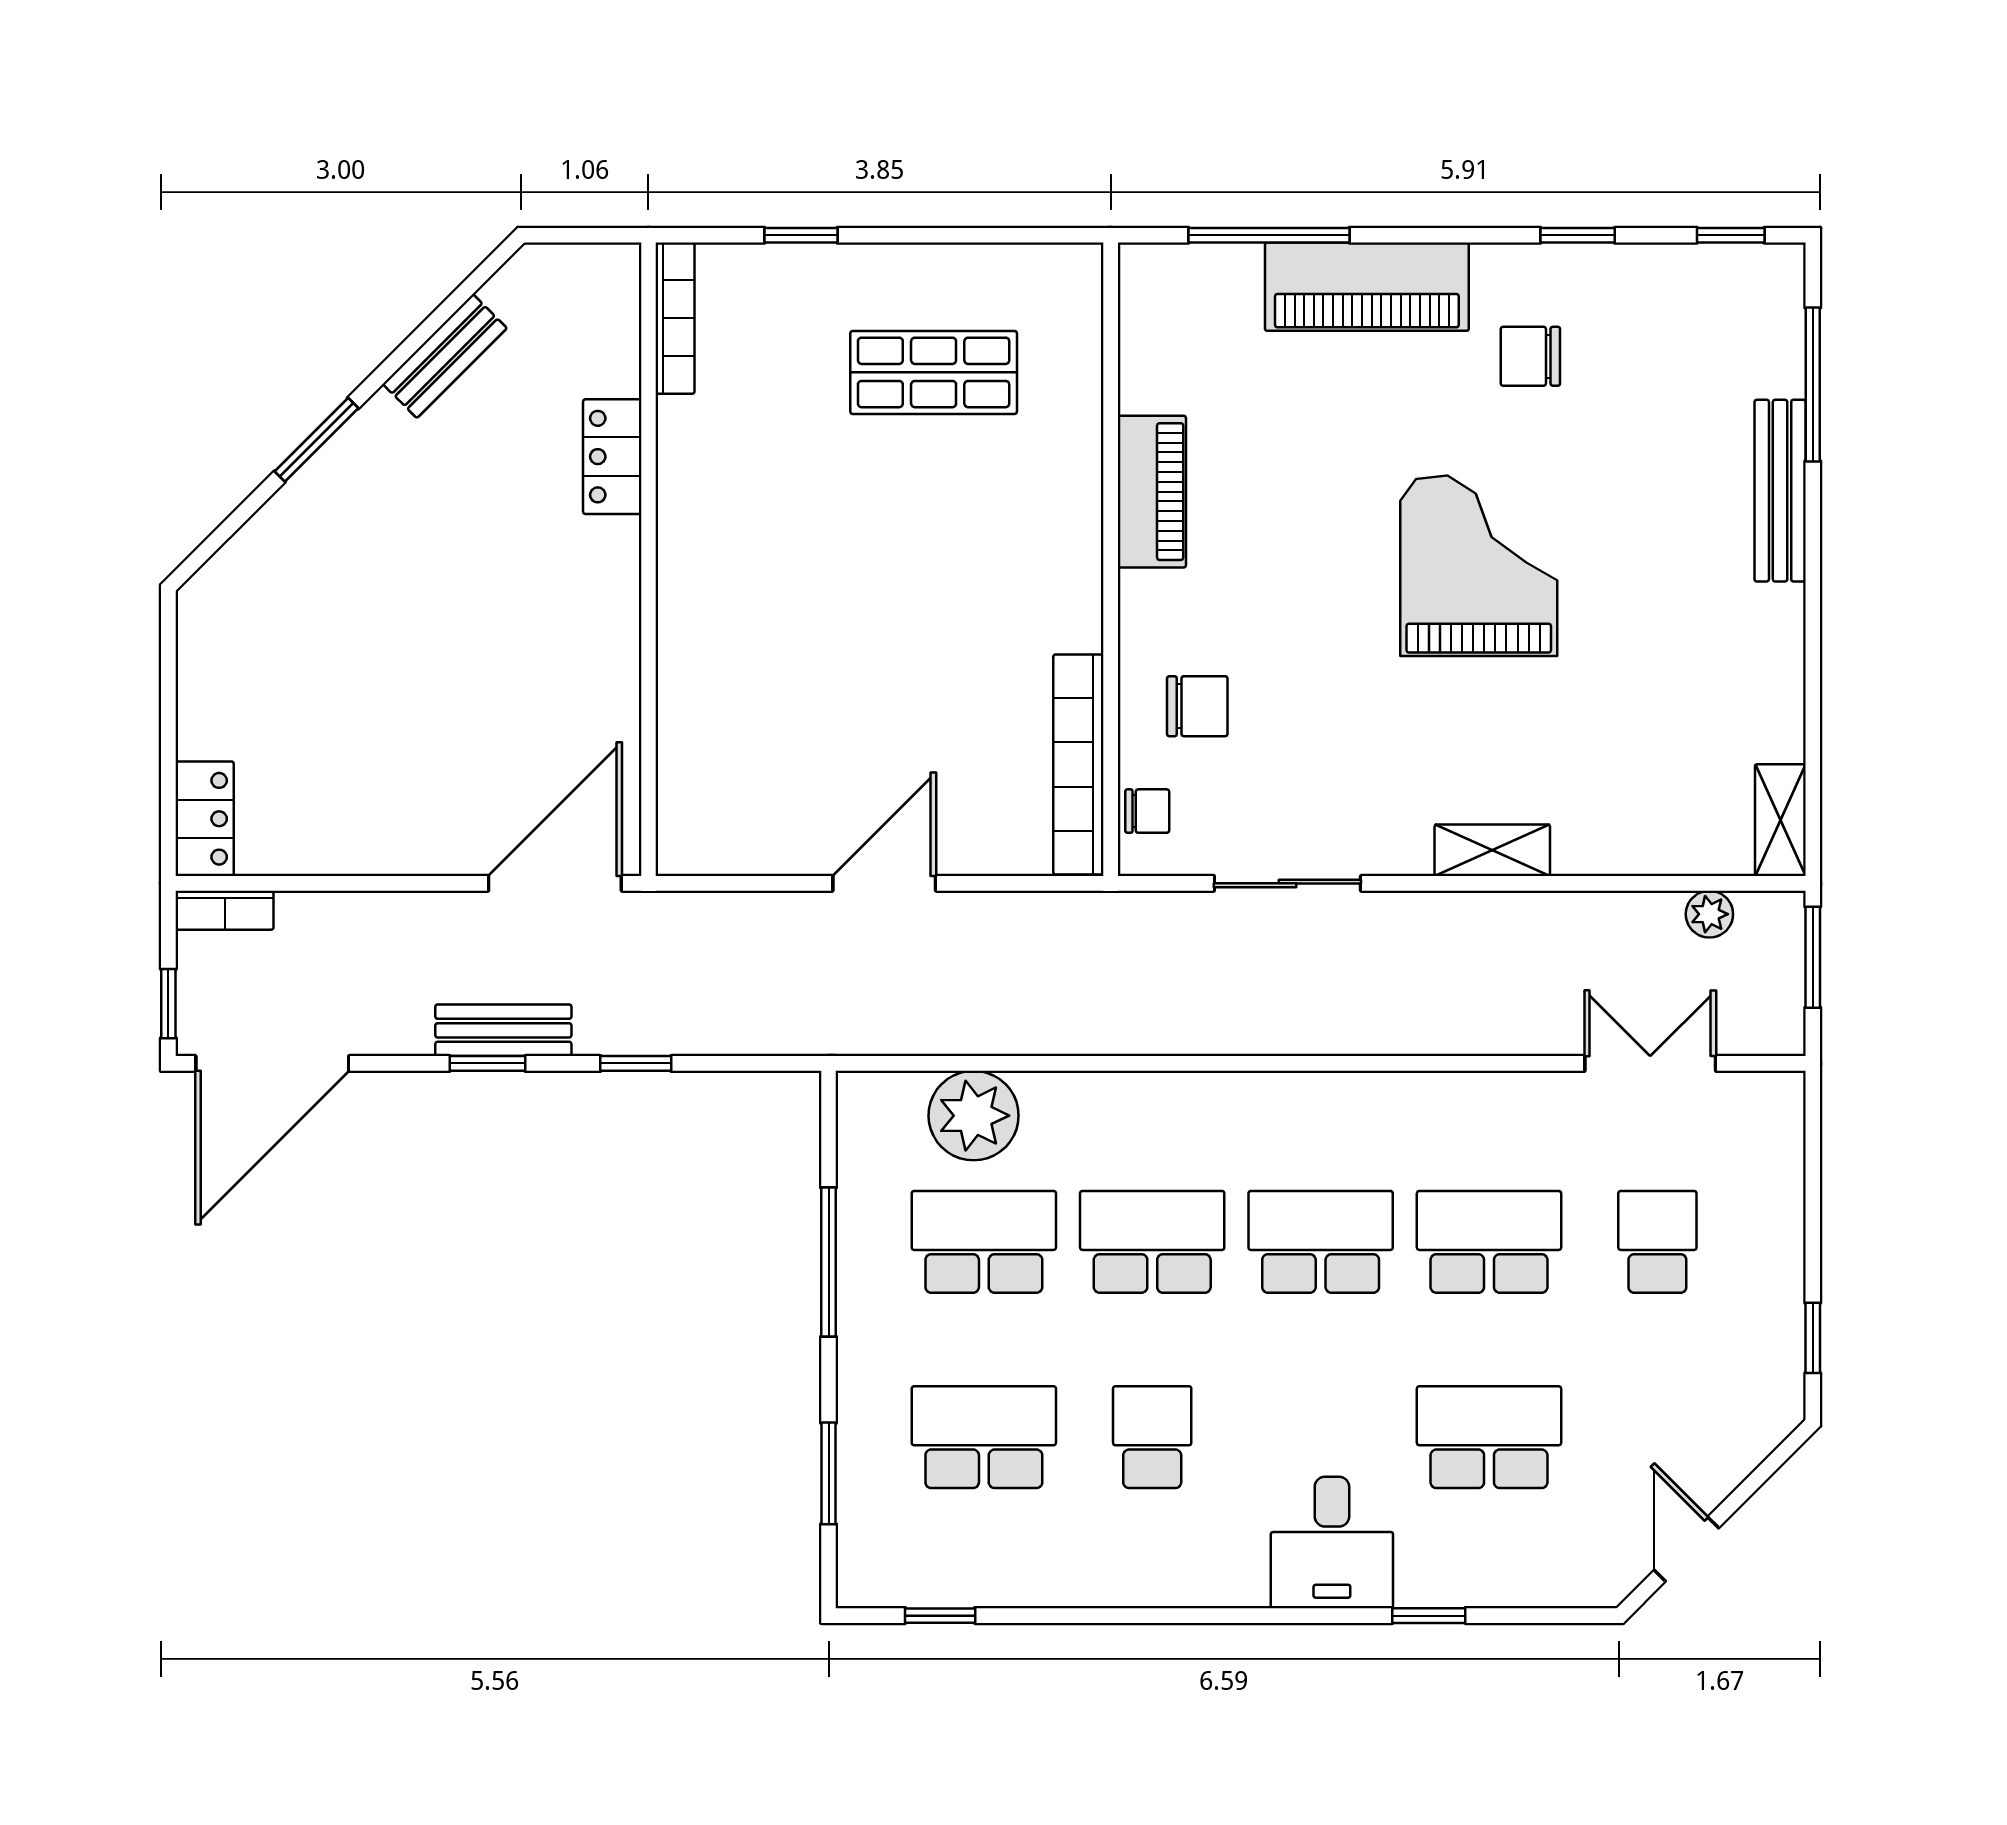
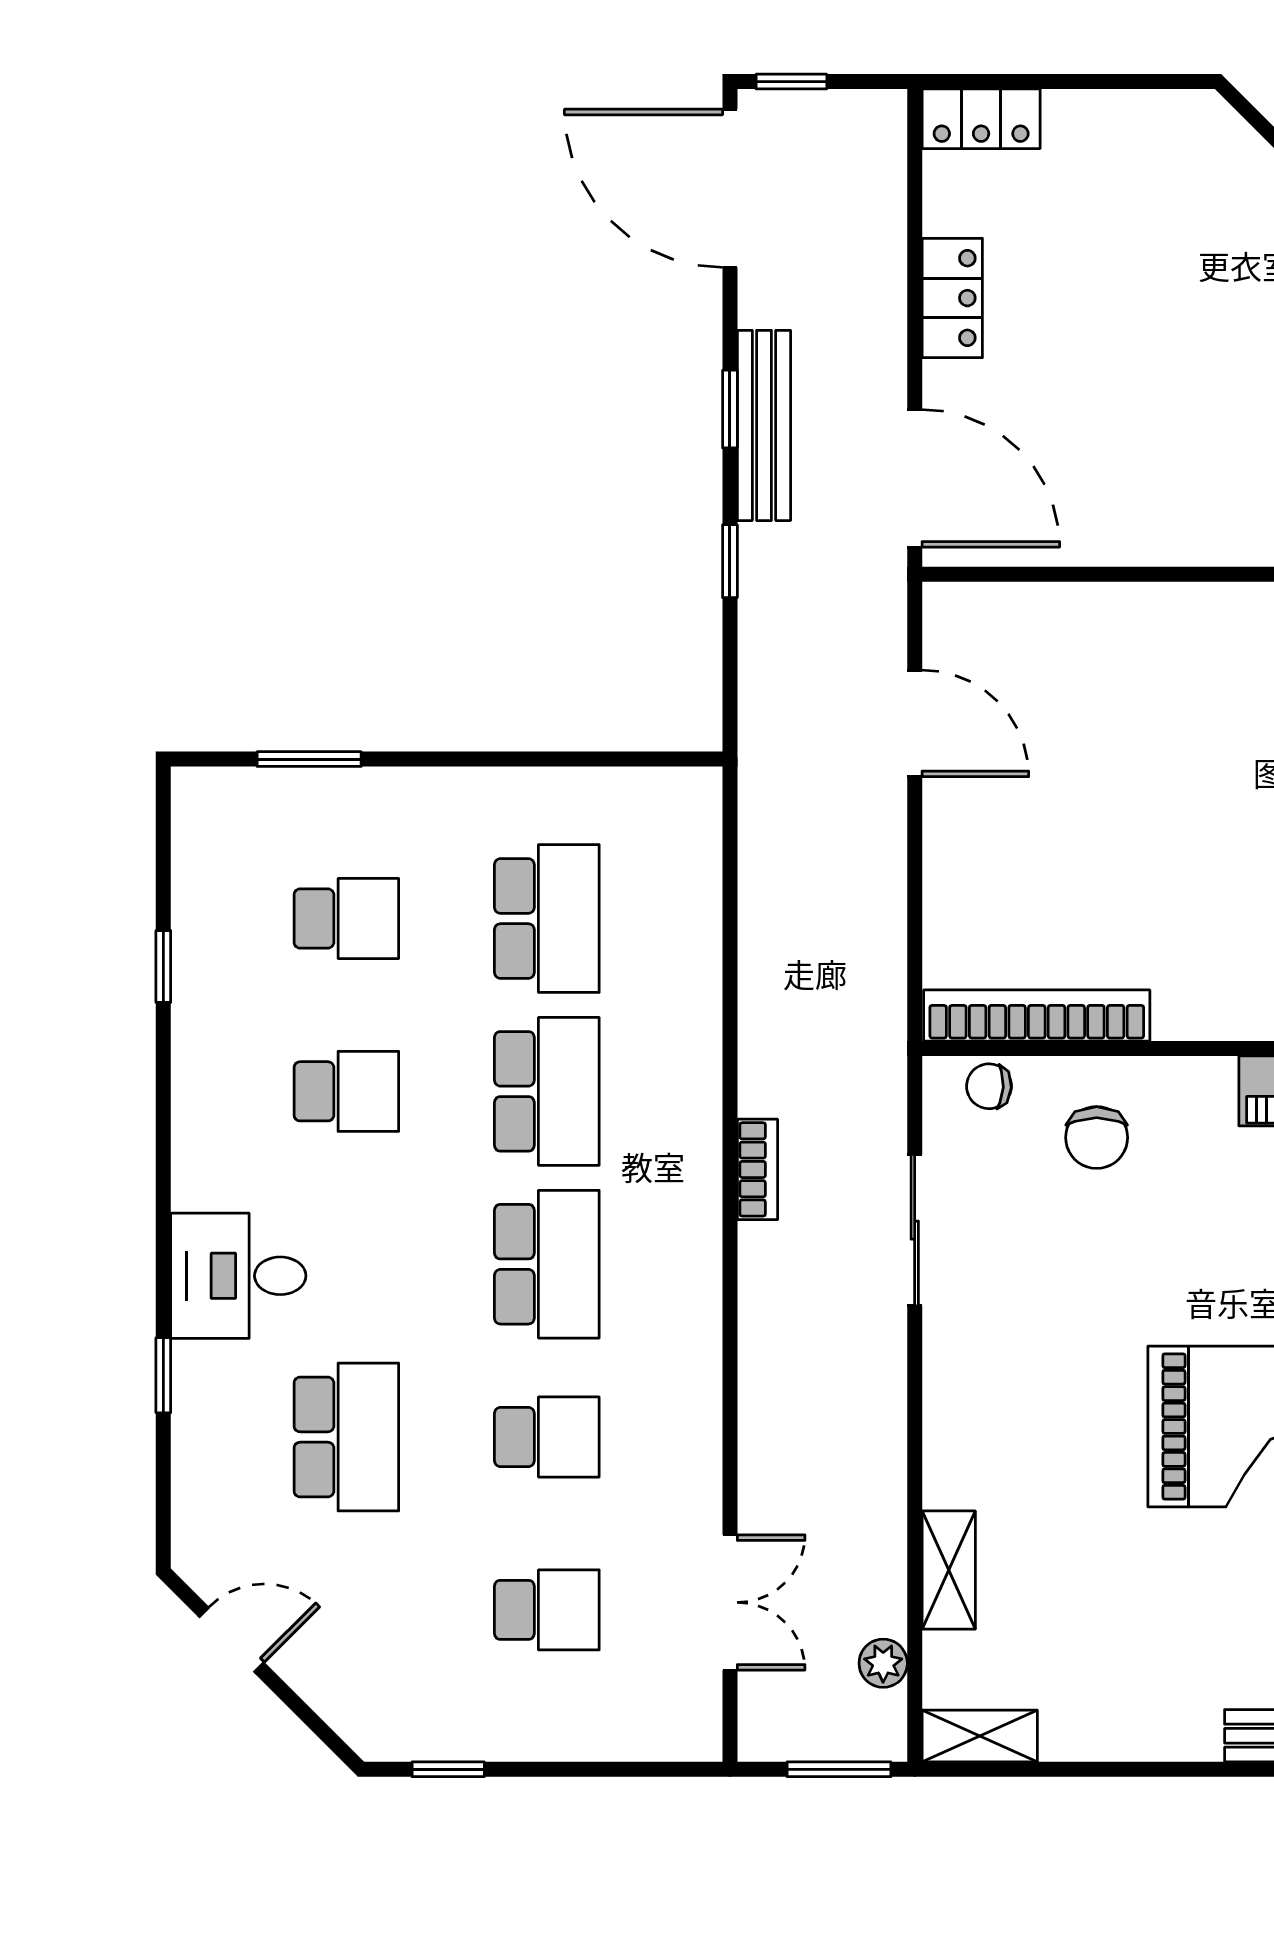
chair: (1147, 811) -> (989, 1086), turned 93
locker: (379, 847) -> (952, 298), added
shelving: (1492, 850) -> (949, 1570), moved
door: (884, 883) -> (915, 723), moved
bookcase: (225, 910) -> (757, 1169), moved, turned 180
bench: (503, 1030) -> (764, 425), width x1.36
plant: (974, 1116) -> (676, 908), removed
school desk: (1489, 1242) -> (547, 1437), width x0.54
window: (829, 1262) -> (526, 759), removed
school desk: (984, 1437) -> (346, 919), width x0.54
window: (940, 1616) -> (163, 966), moved

